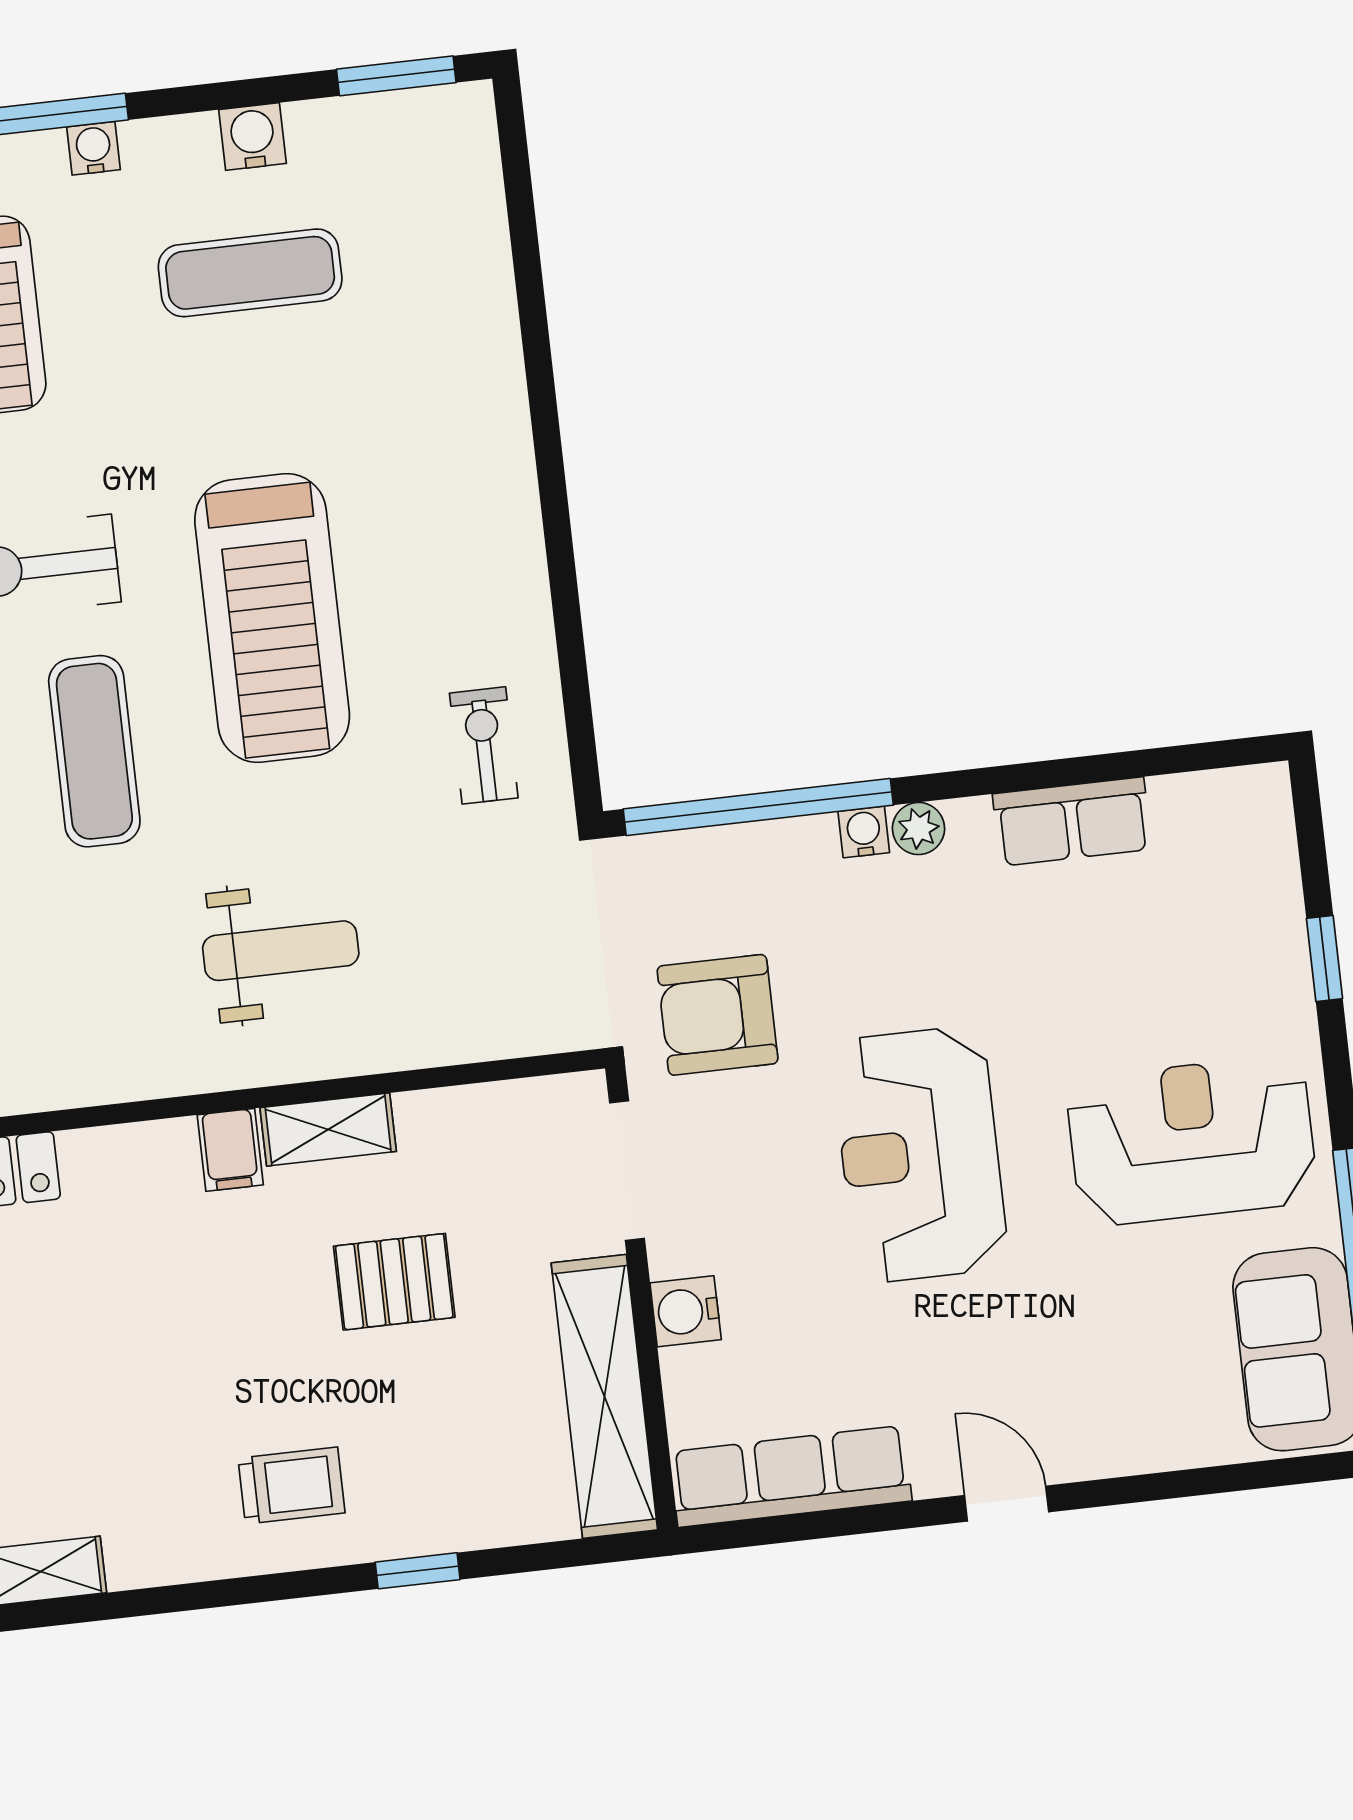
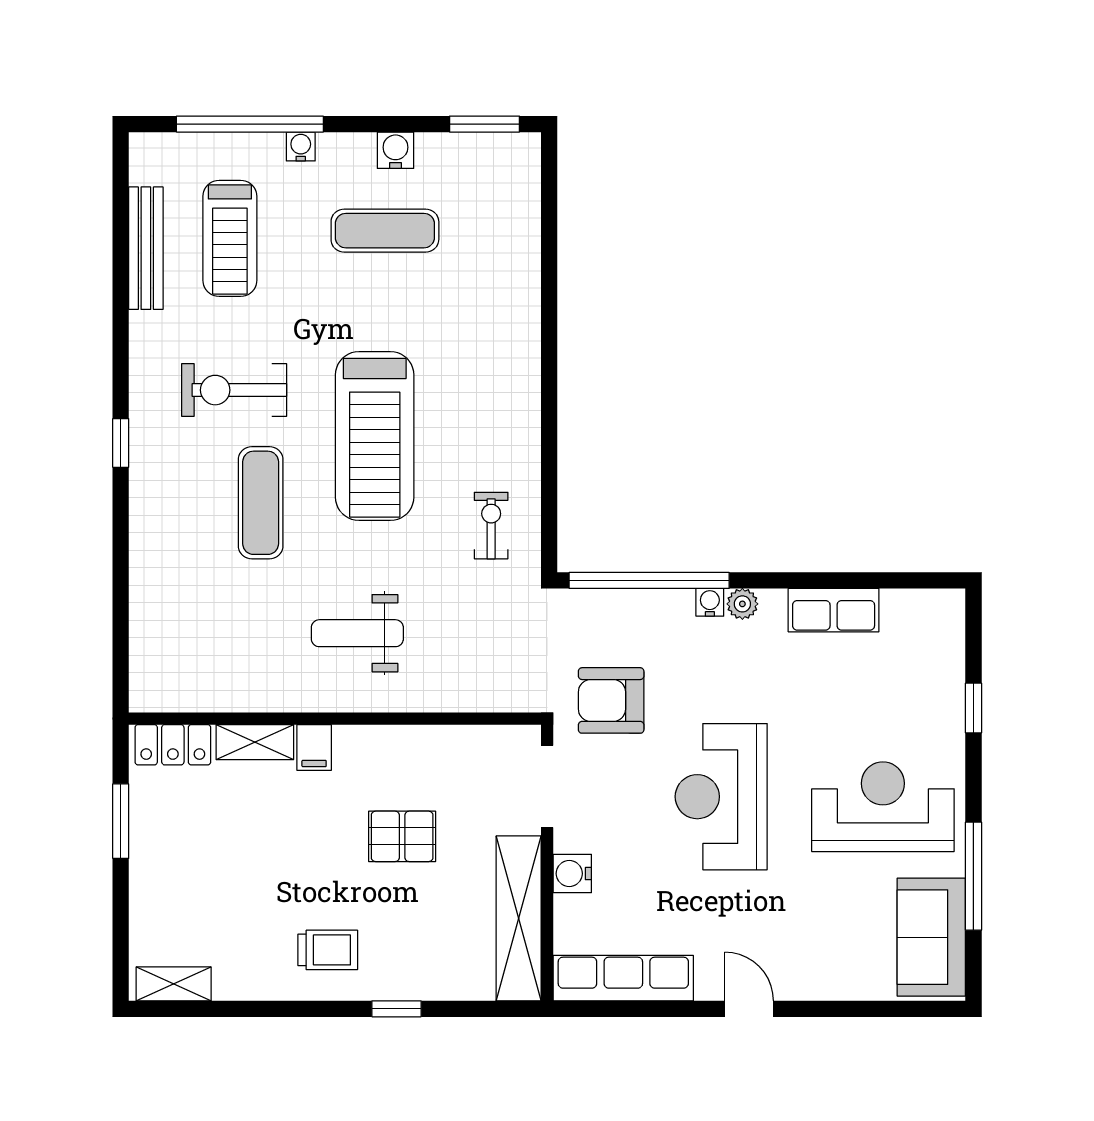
weight bench: (281, 951) -> (357, 633), turned 180
shelving: (328, 1130) -> (255, 742), moved

